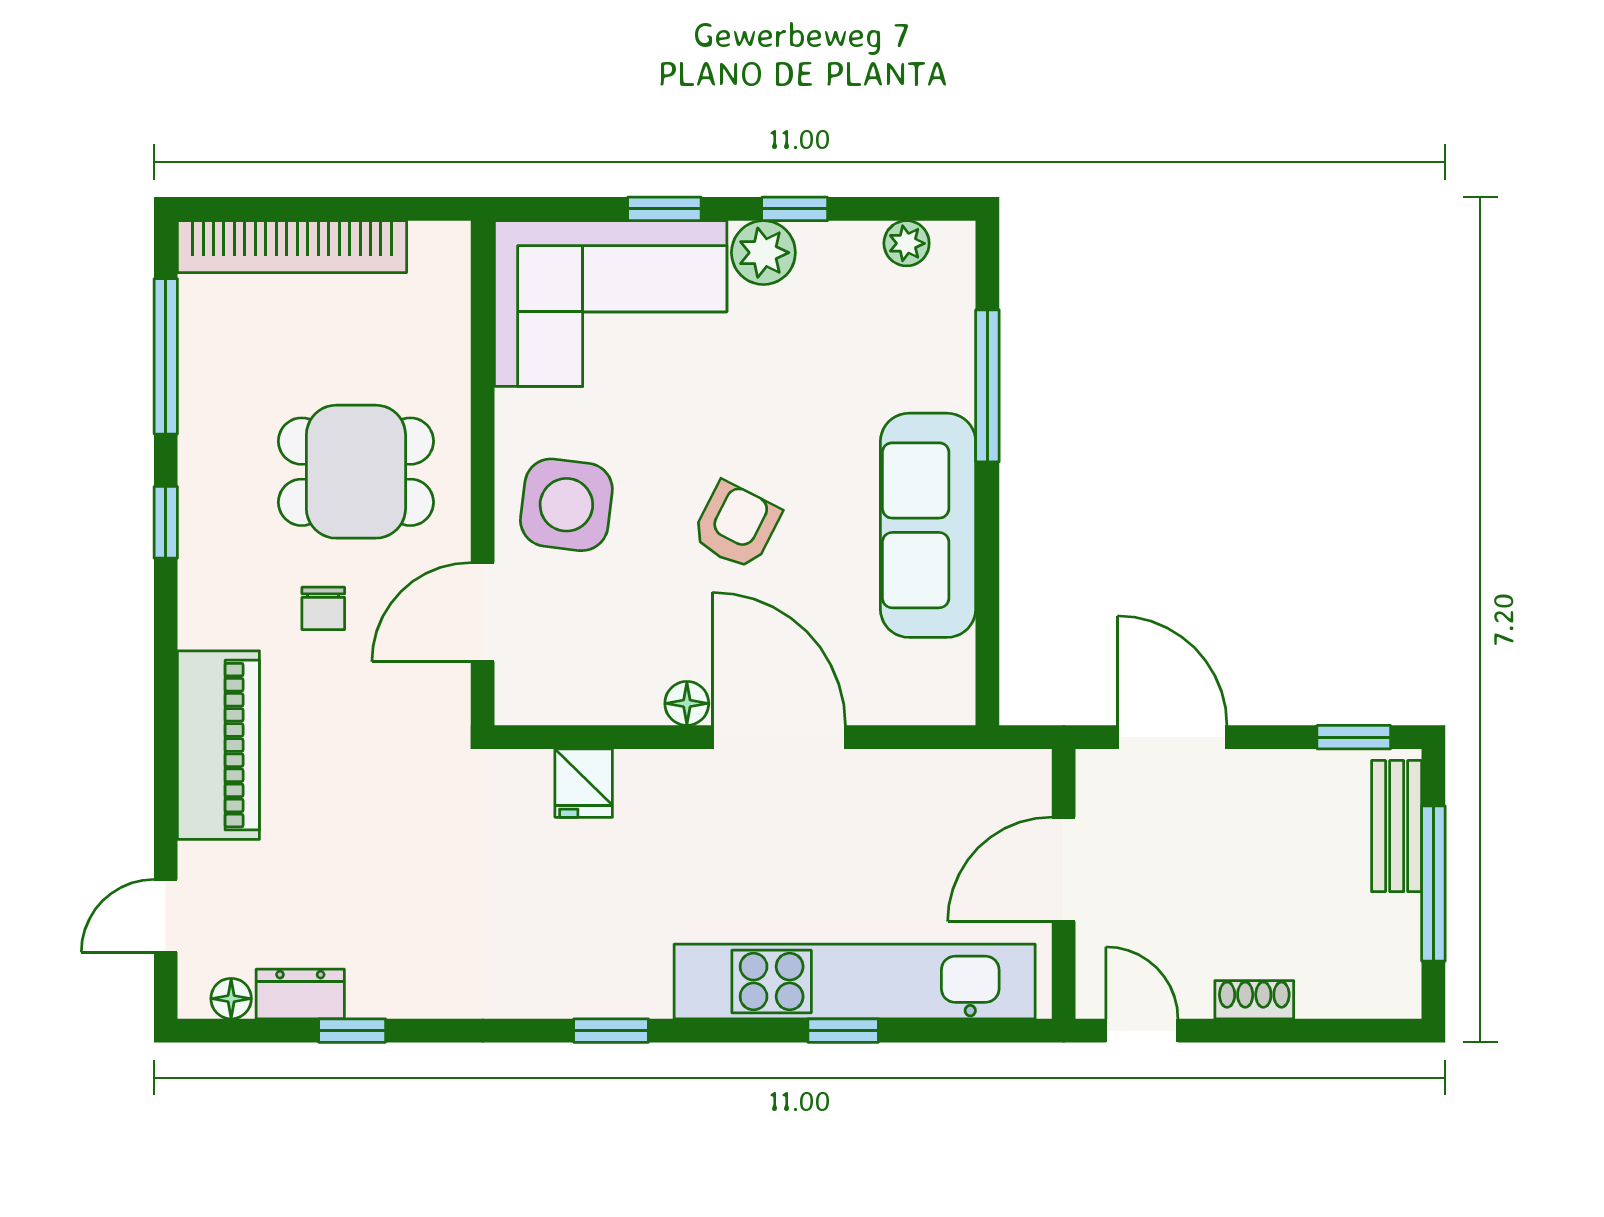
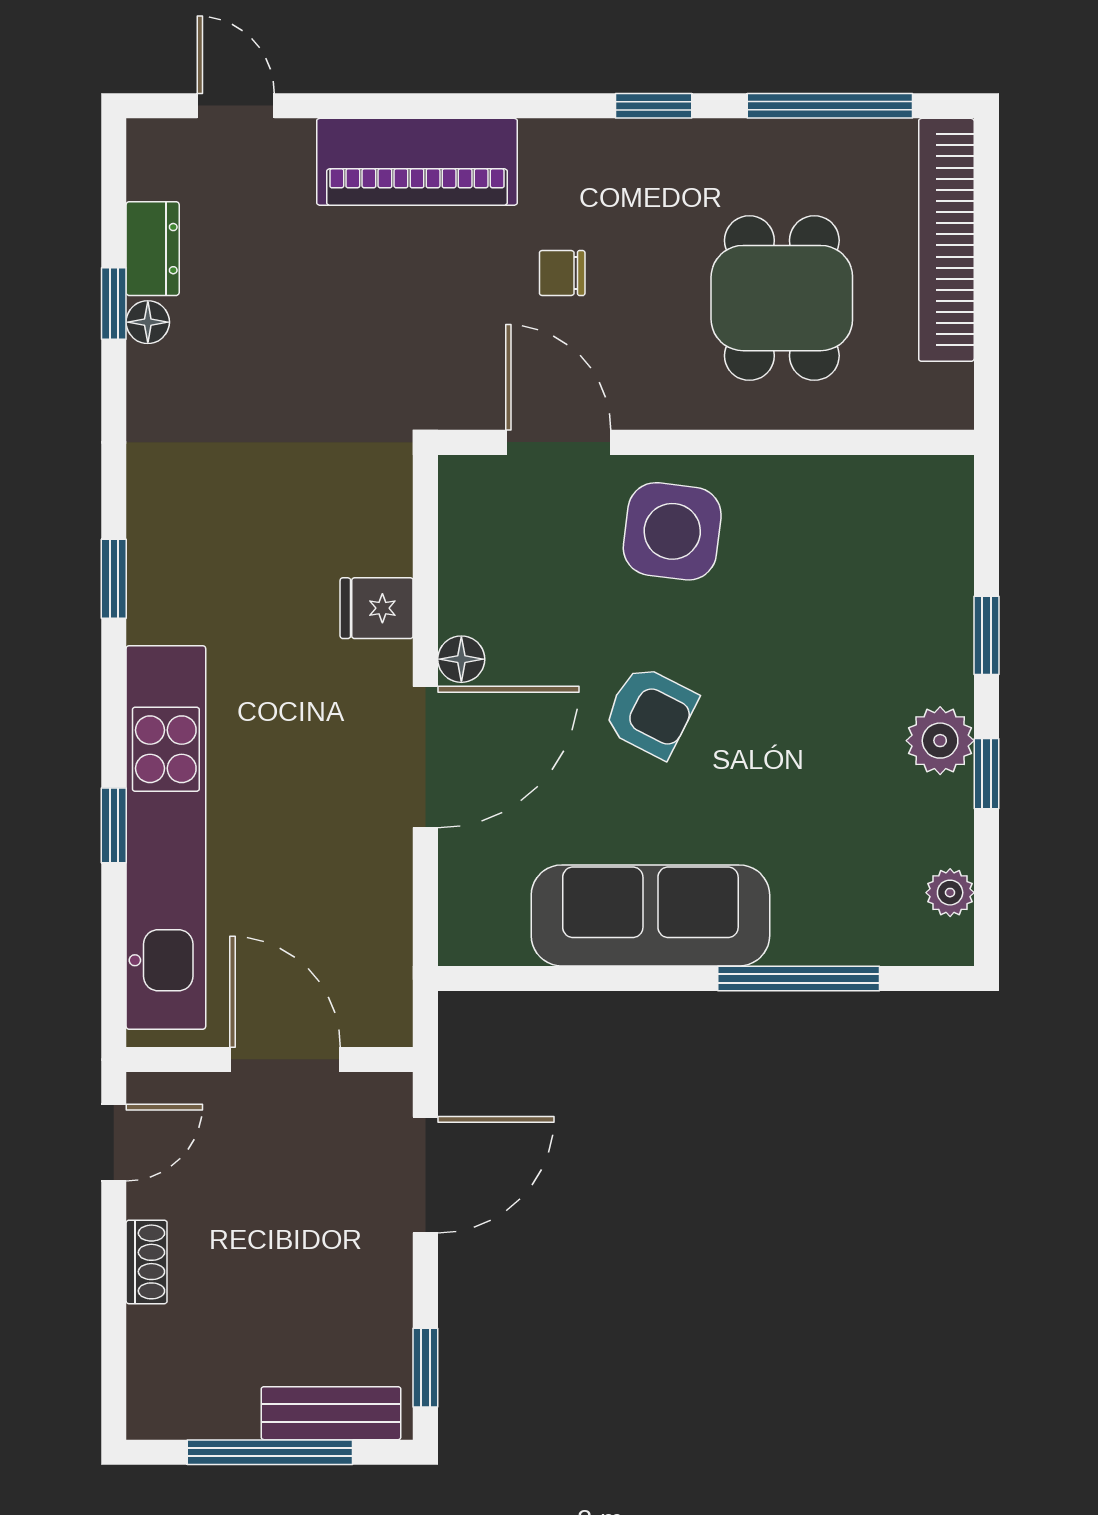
corner sofa: (611, 304) -> (886, 578), removed
dining table: (356, 472) -> (782, 298), moved
fridge: (584, 783) -> (377, 608), moved
floor lamp: (231, 999) -> (148, 322), moved

